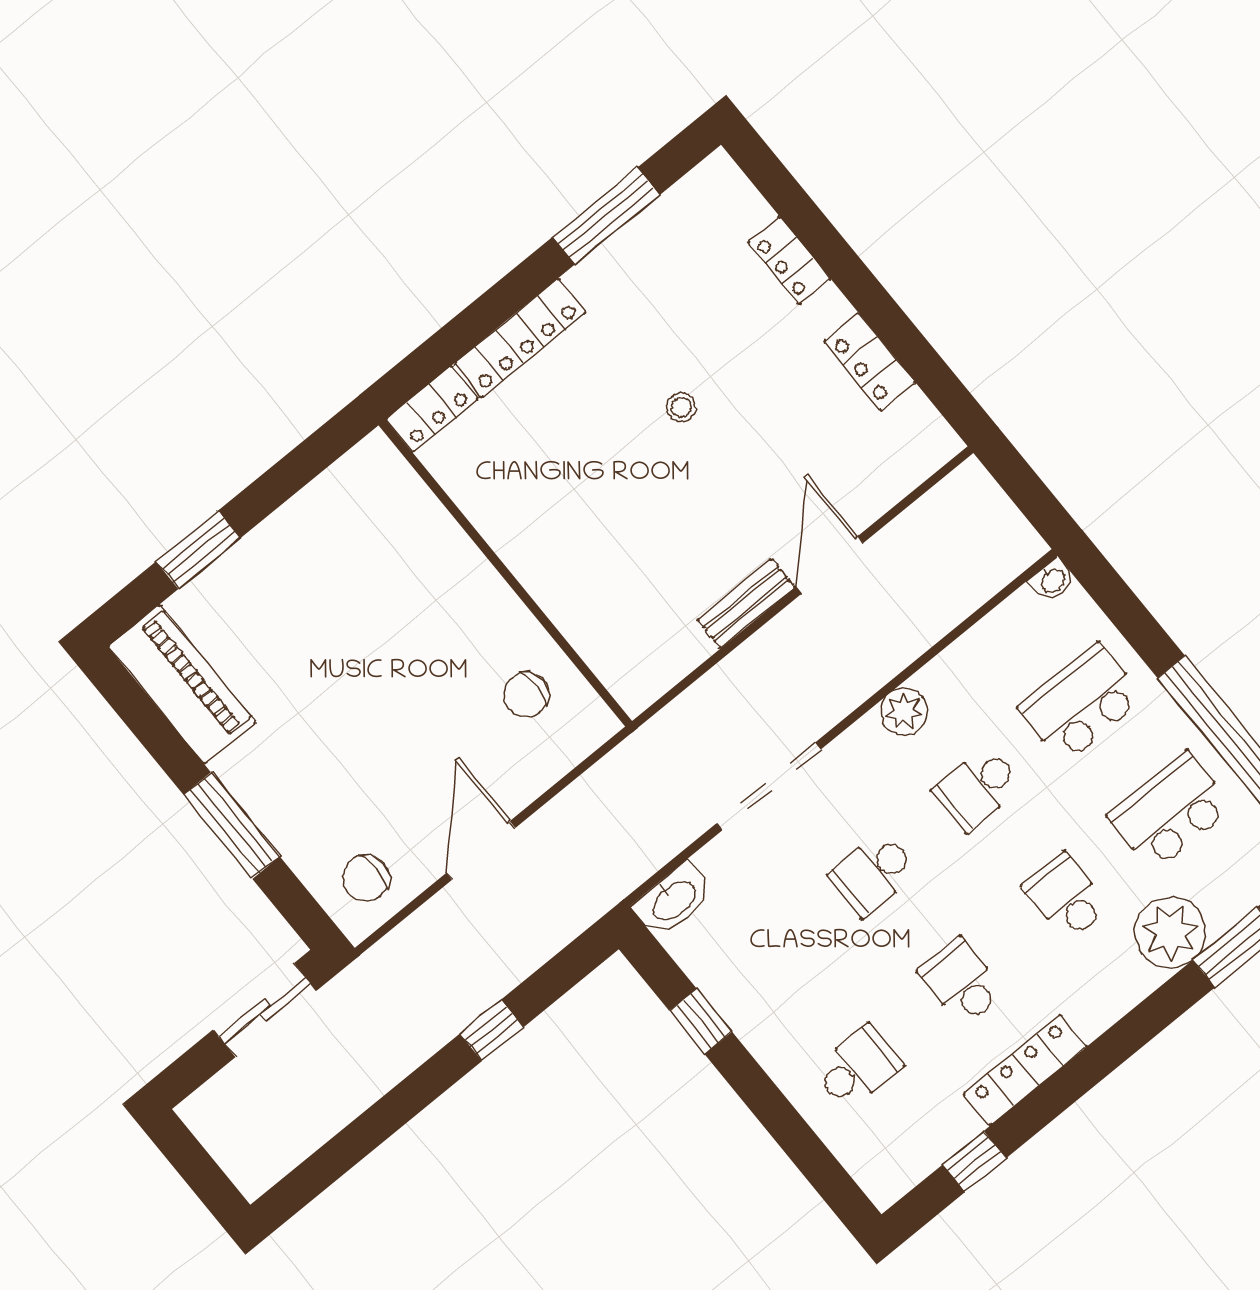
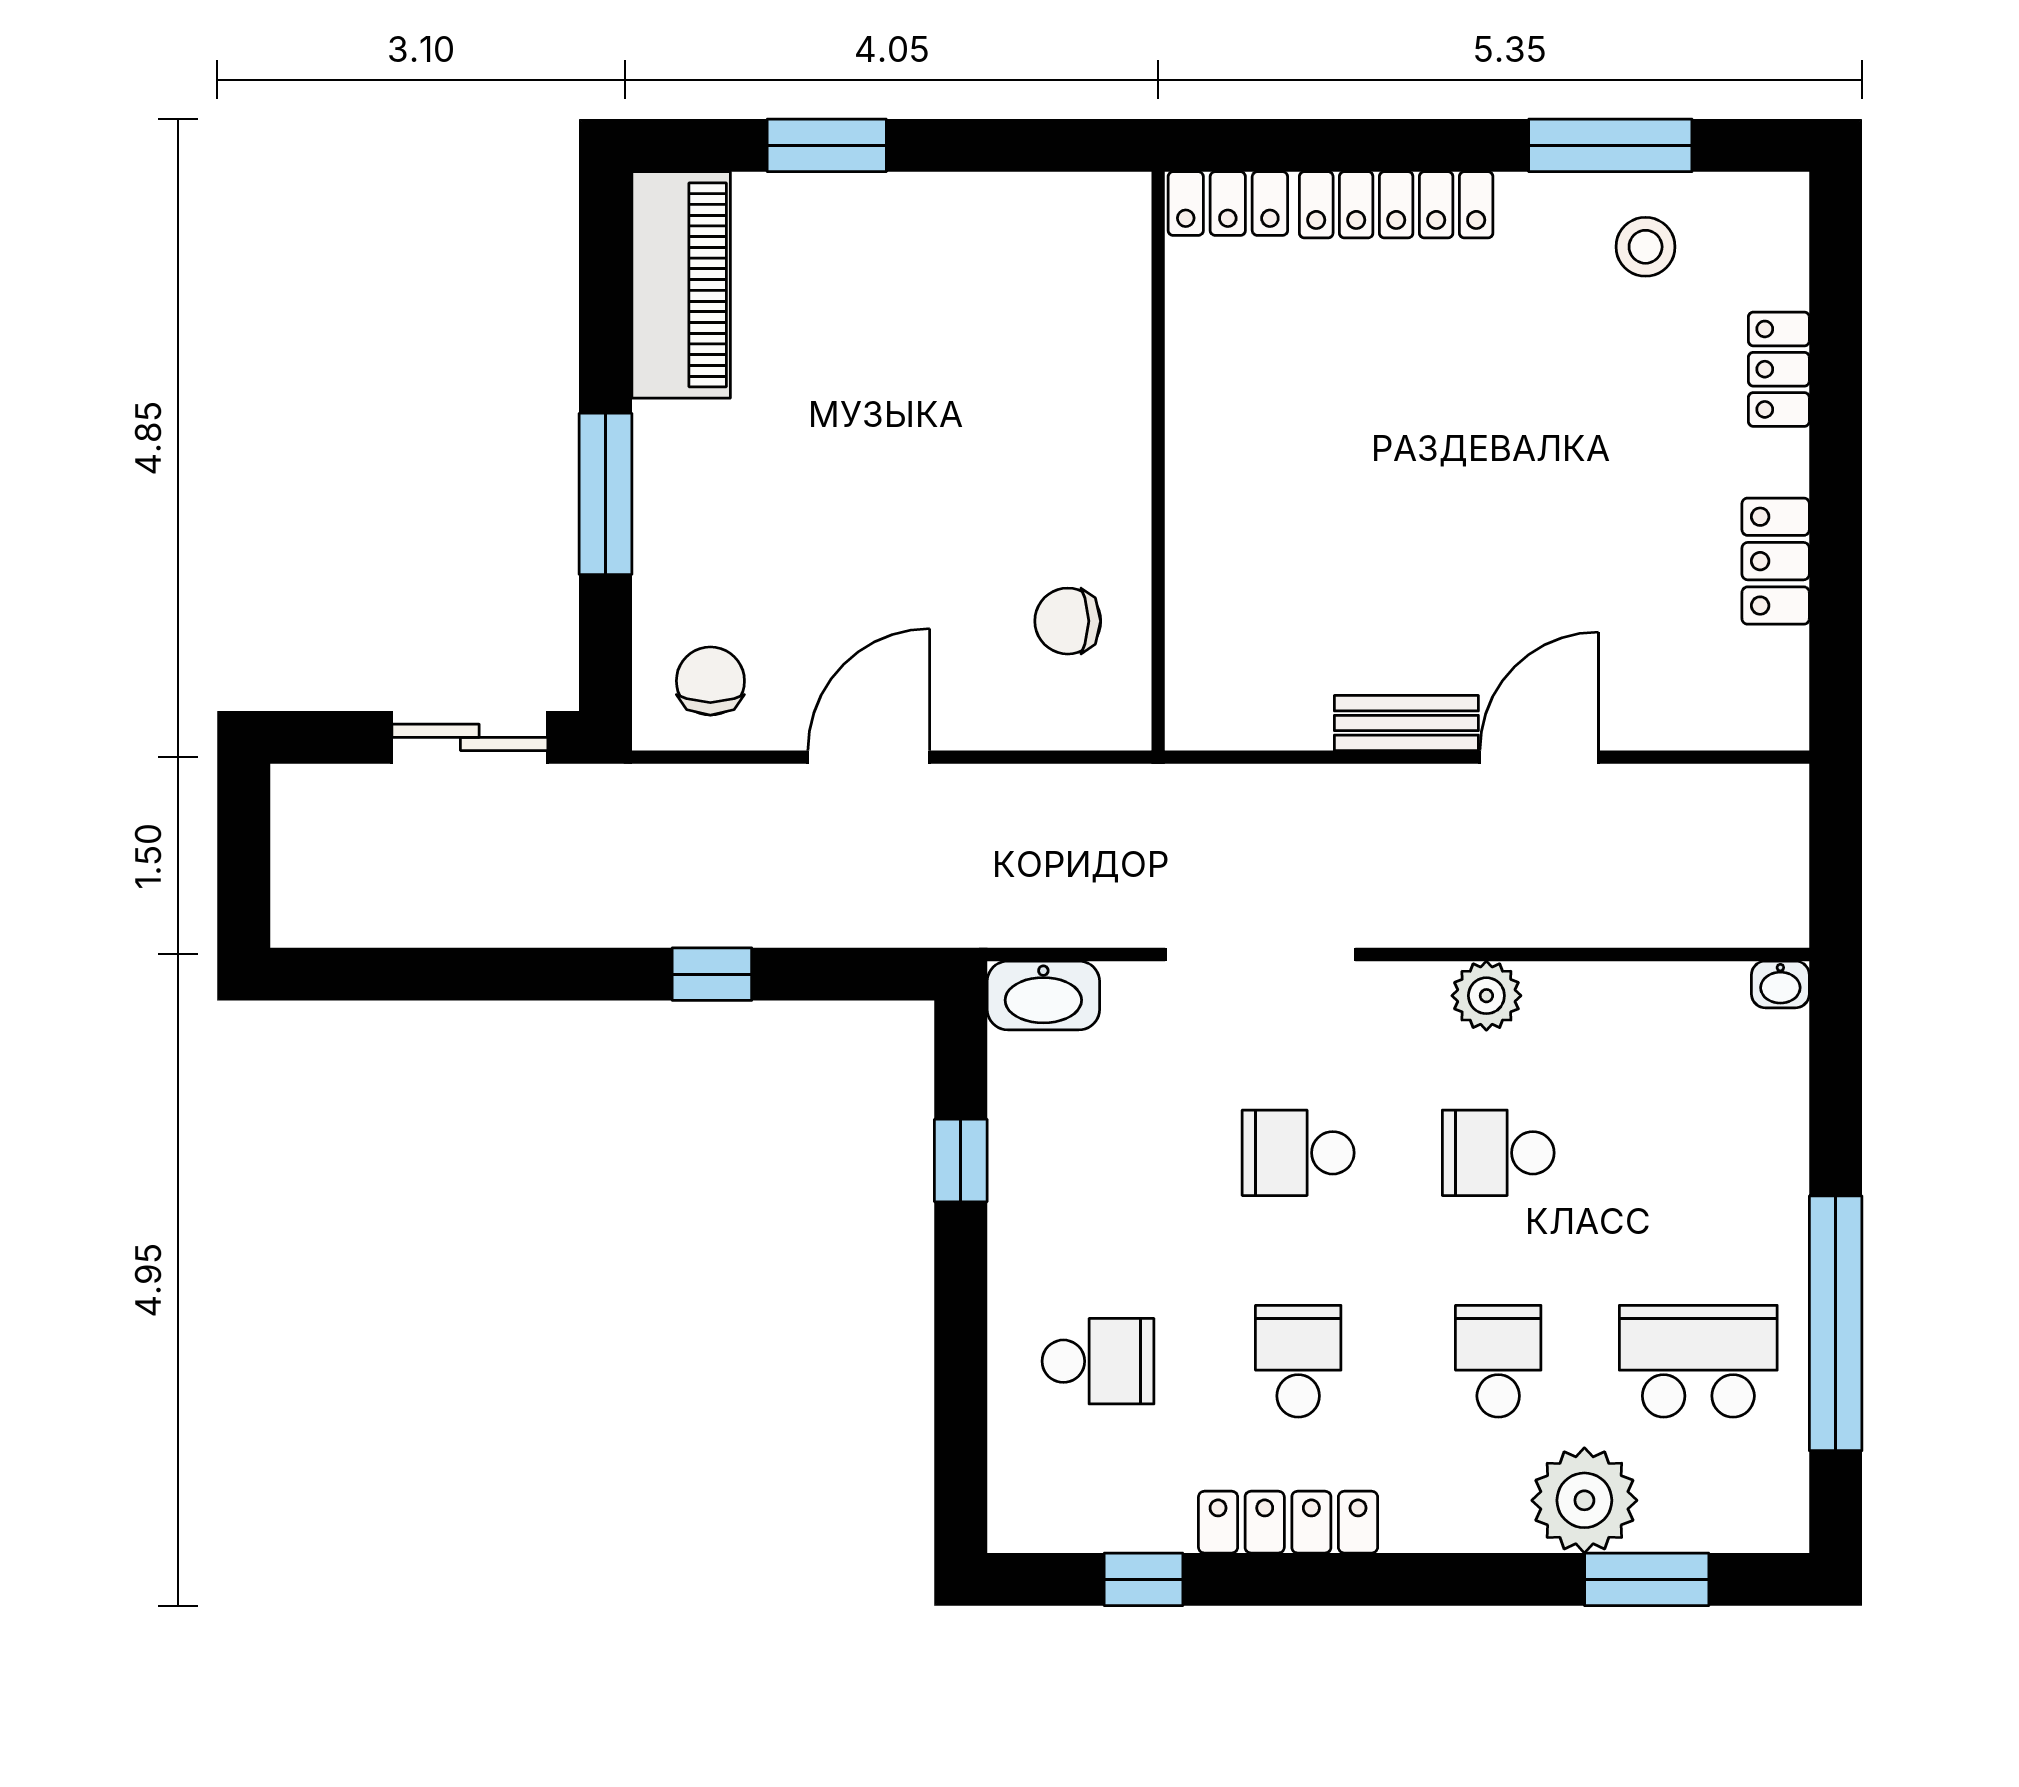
stool: (681, 407) -> (1646, 247), moved, width x1.37, depth x1.37
school desk: (1081, 703) -> (1698, 1153), removed
chair: (366, 878) -> (710, 681), turned 90

